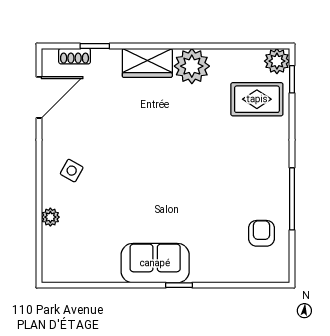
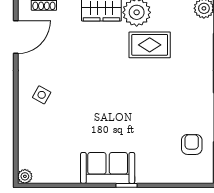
rug: (257, 99) -> (150, 45), moved
plant: (50, 217) -> (25, 176), moved

